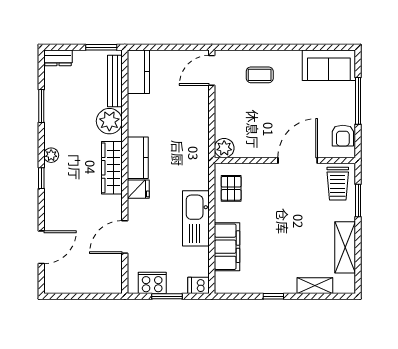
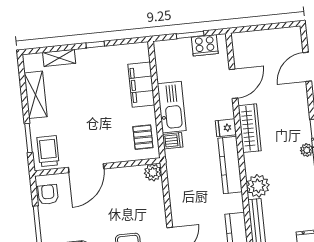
kitchen counter: (138, 158) -> (230, 165), width x1.50
wardrobe: (112, 168) -> (250, 128), moved
dishwasher: (199, 285) -> (173, 141), moved

